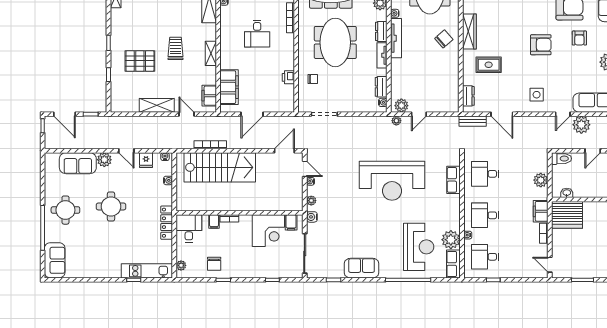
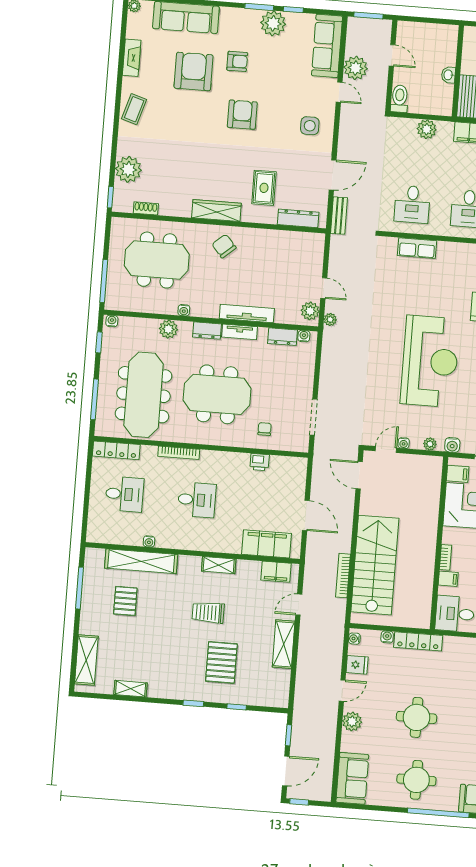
tv unit: (396, 38) -> (247, 313), moved
dresser: (468, 96) -> (298, 218), width x1.44
sofa: (78, 163) -> (352, 778), moved
reception desk: (392, 181) -> (430, 361), moved
washbasin: (567, 193) -> (448, 75), moved
locker: (167, 223) -> (418, 641), moved

